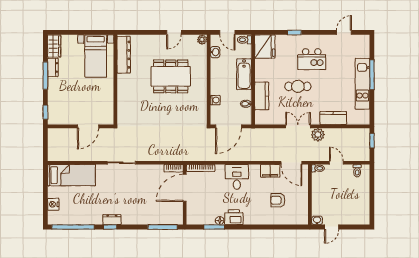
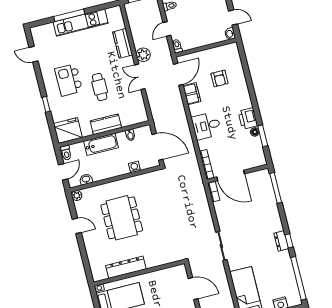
dresser: (124, 55) -> (126, 267), moved
kitchen island: (312, 59) -> (69, 80), turned 180
kitchen counter: (262, 96) -> (106, 124), moved

